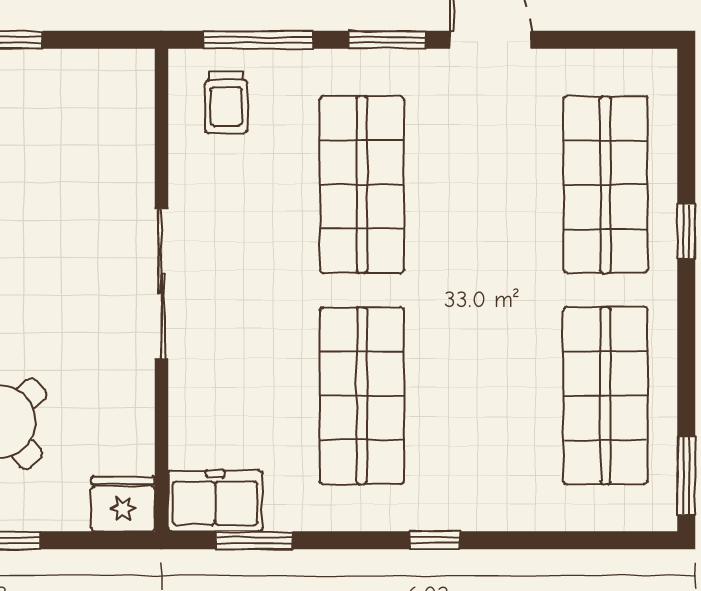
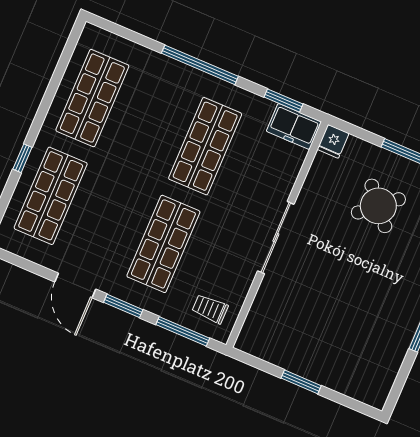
trolley: (226, 102) -> (210, 309), turned -90
window: (686, 475) -> (71, 45), removed
fridge: (123, 504) -> (333, 141), width x0.72
window: (435, 540) -> (200, 65), width x3.17

